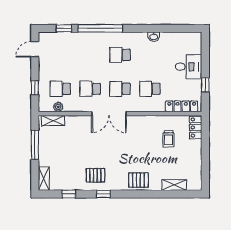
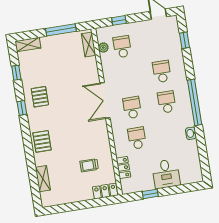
window: (100, 28) -> (195, 102), moved
school desk: (90, 89) -> (162, 72), moved
locker: (182, 106) -> (123, 168), width x0.66

